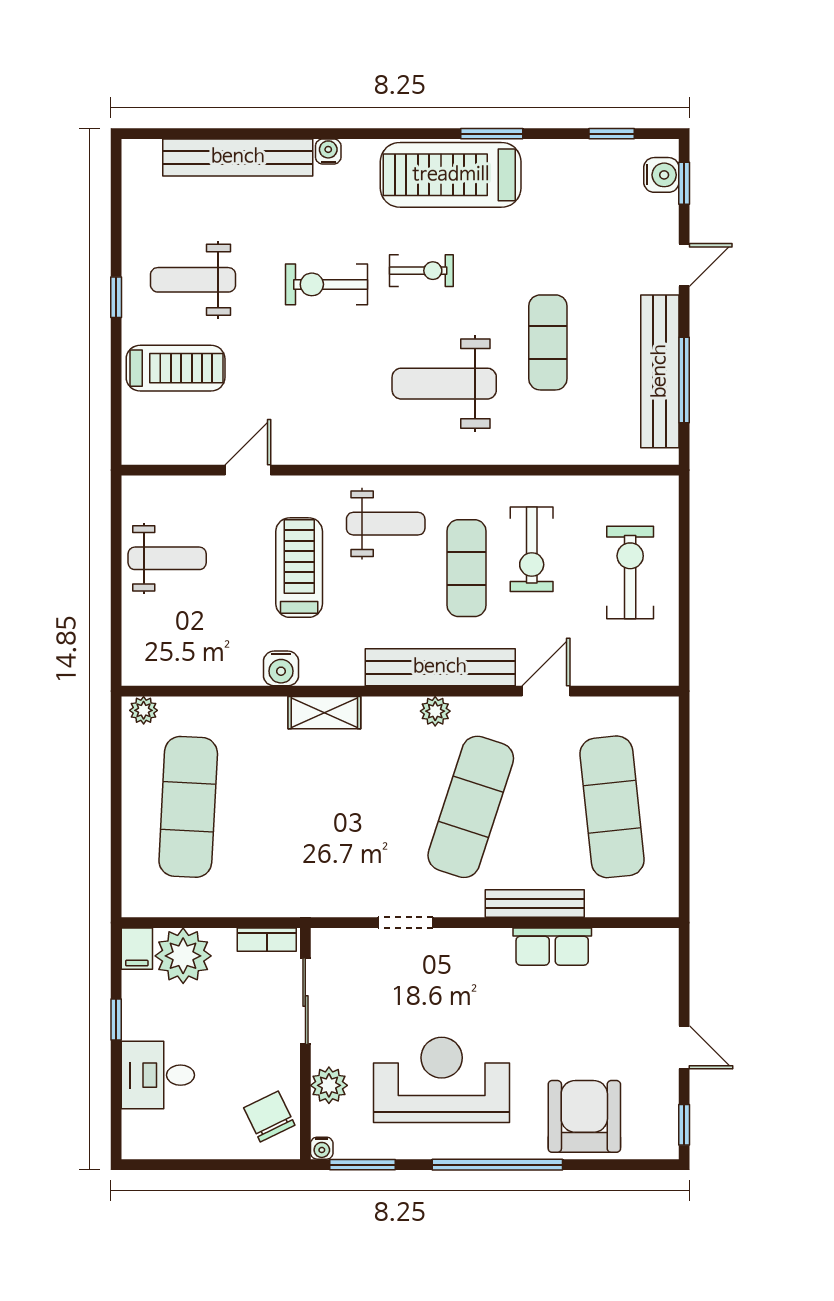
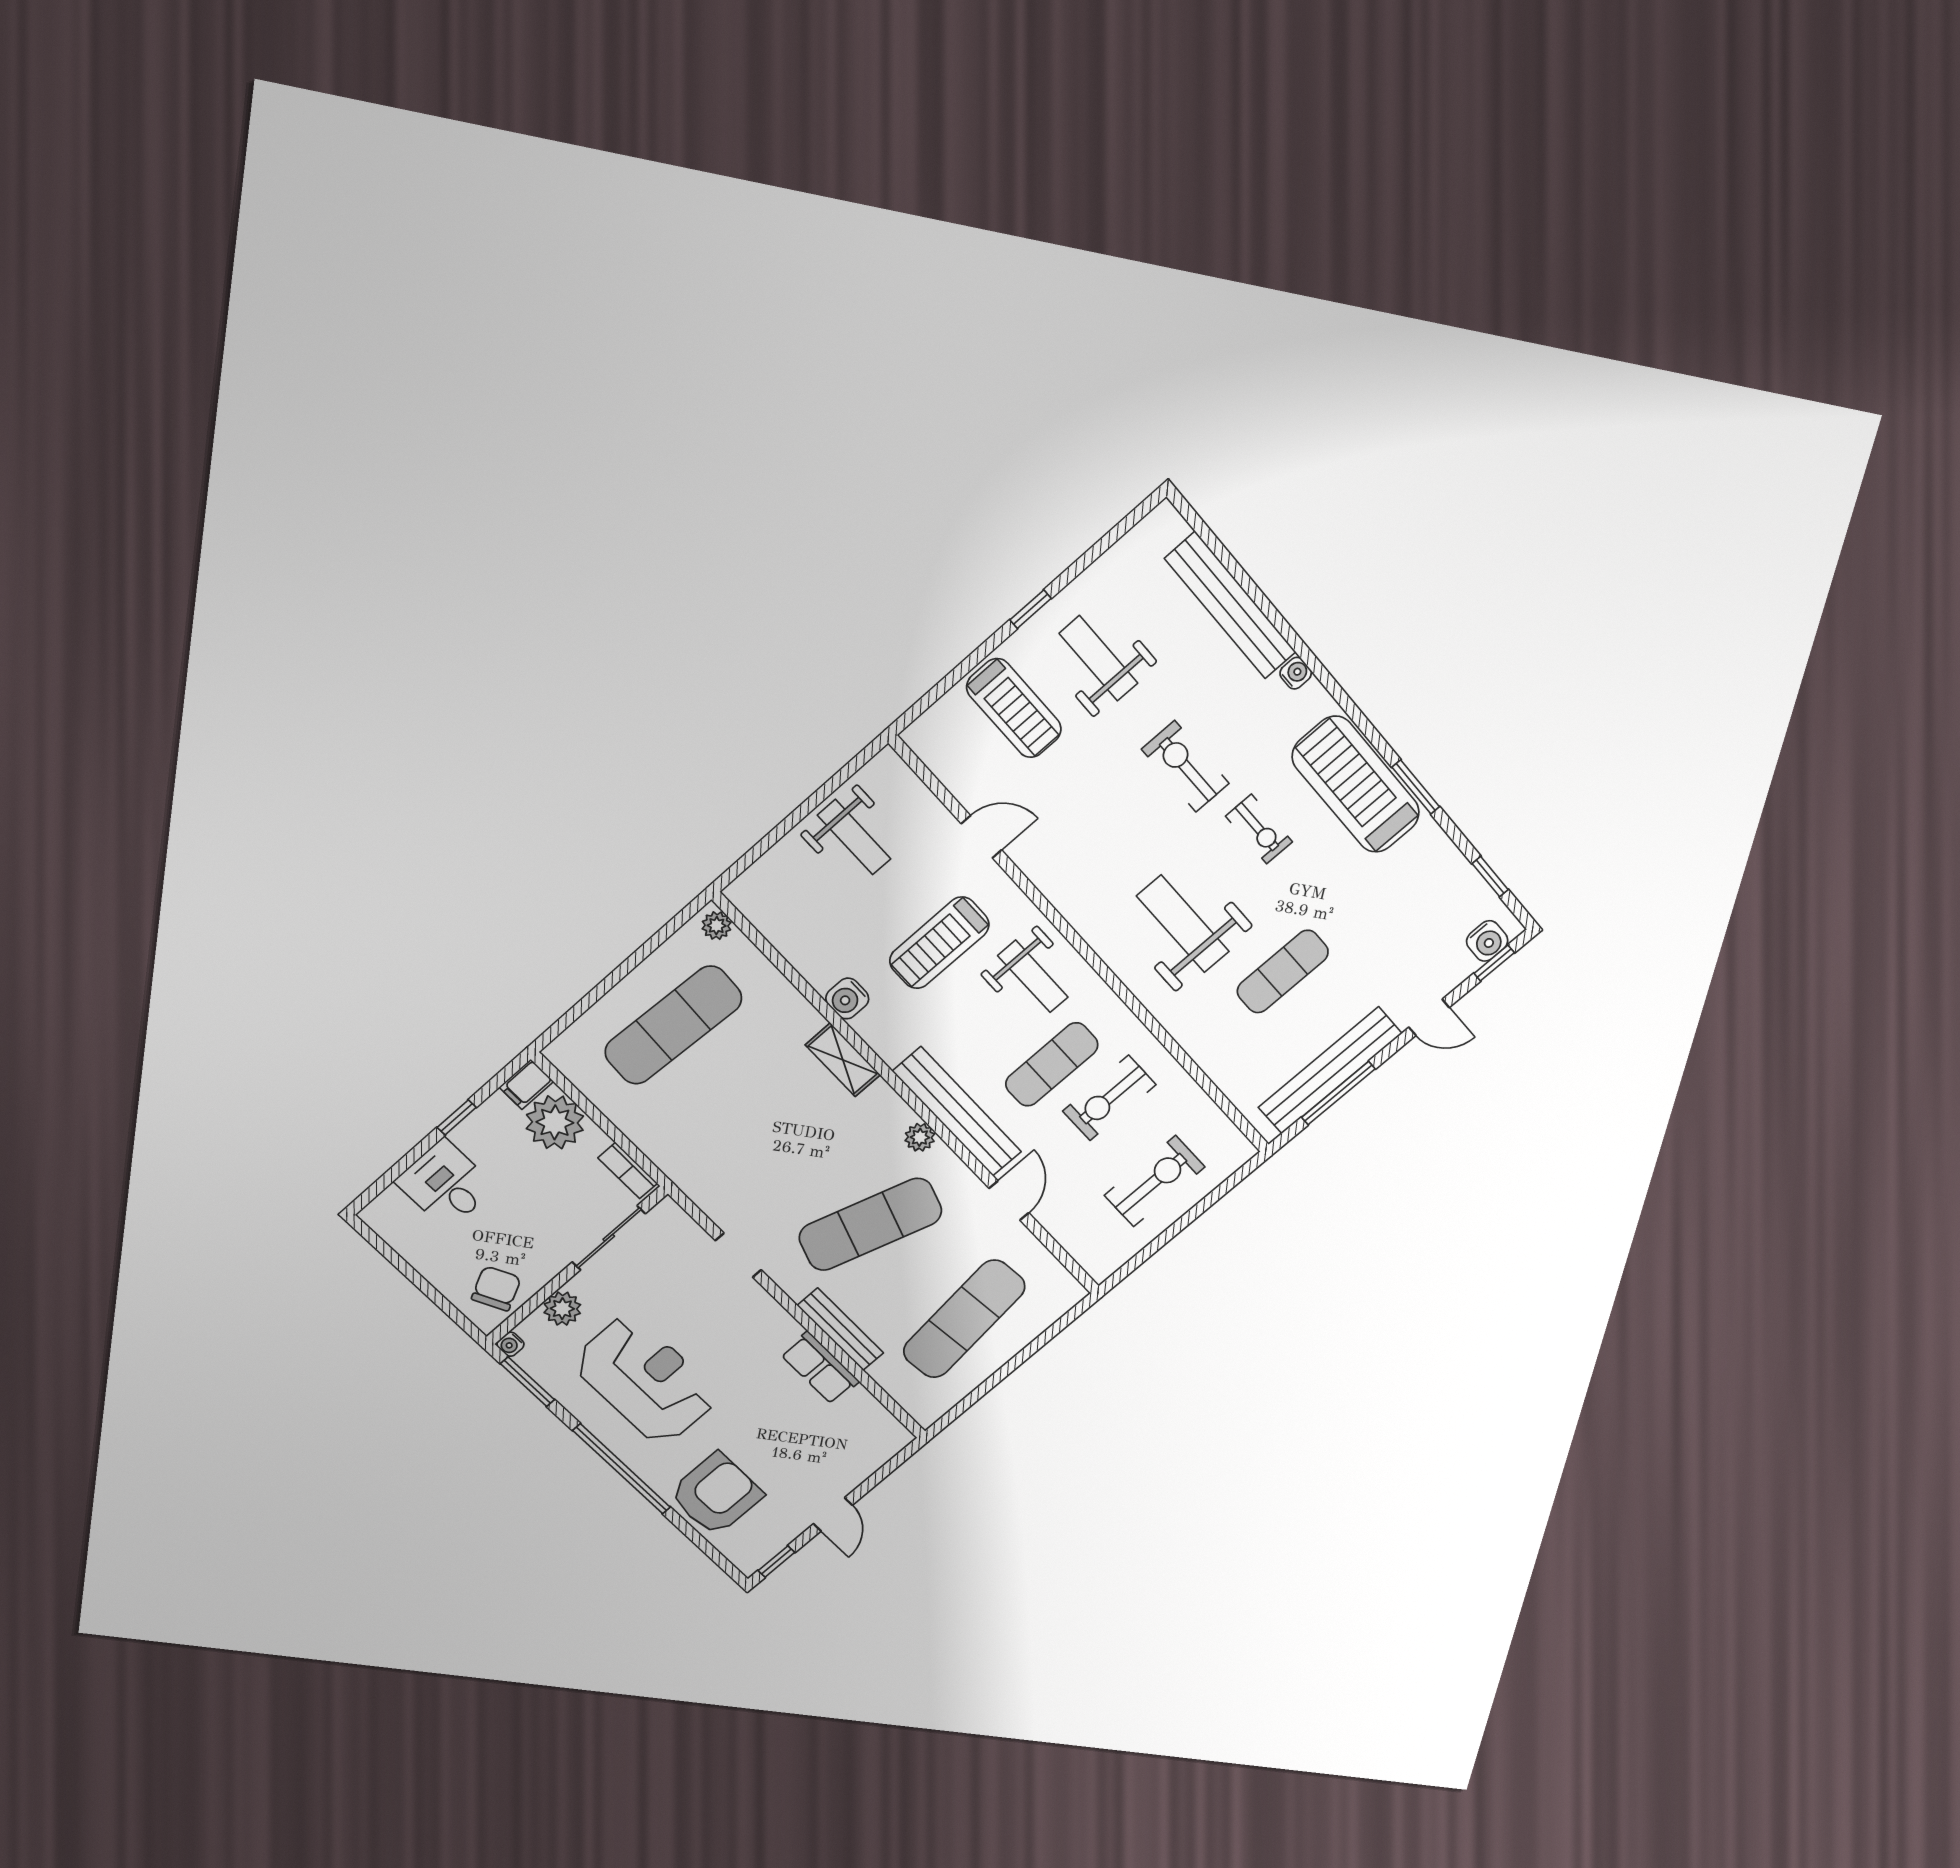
treadmill: (299, 568) -> (939, 943), turned 180
door: (546, 691) -> (1009, 1201), hinge flipped

